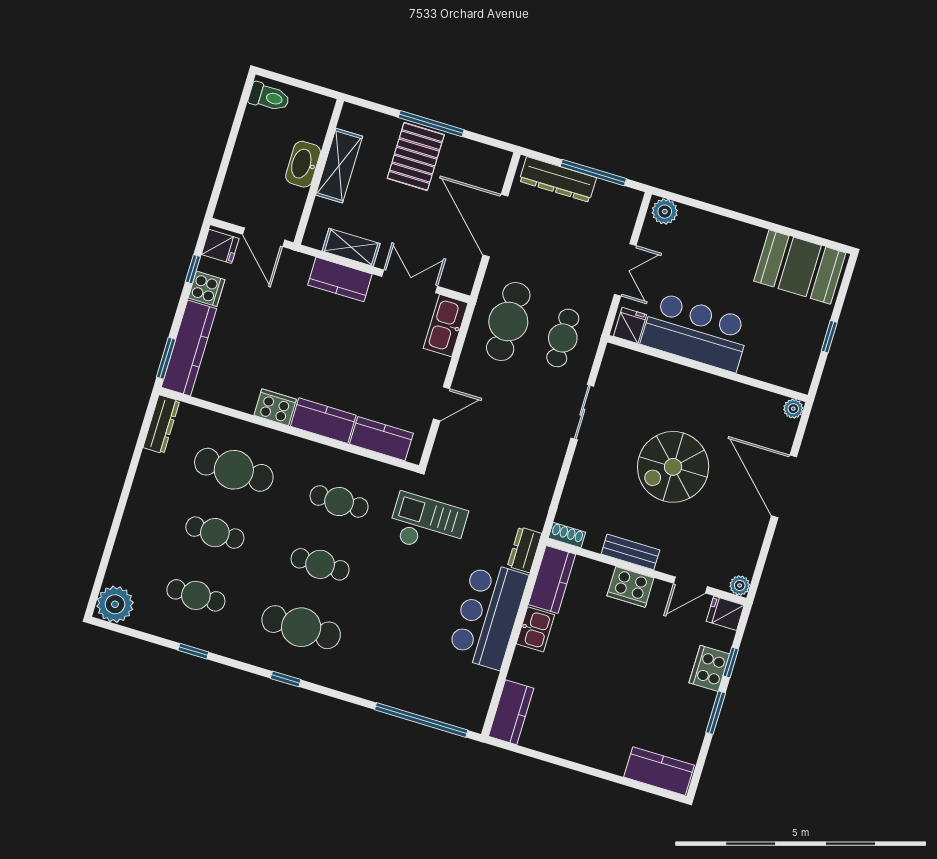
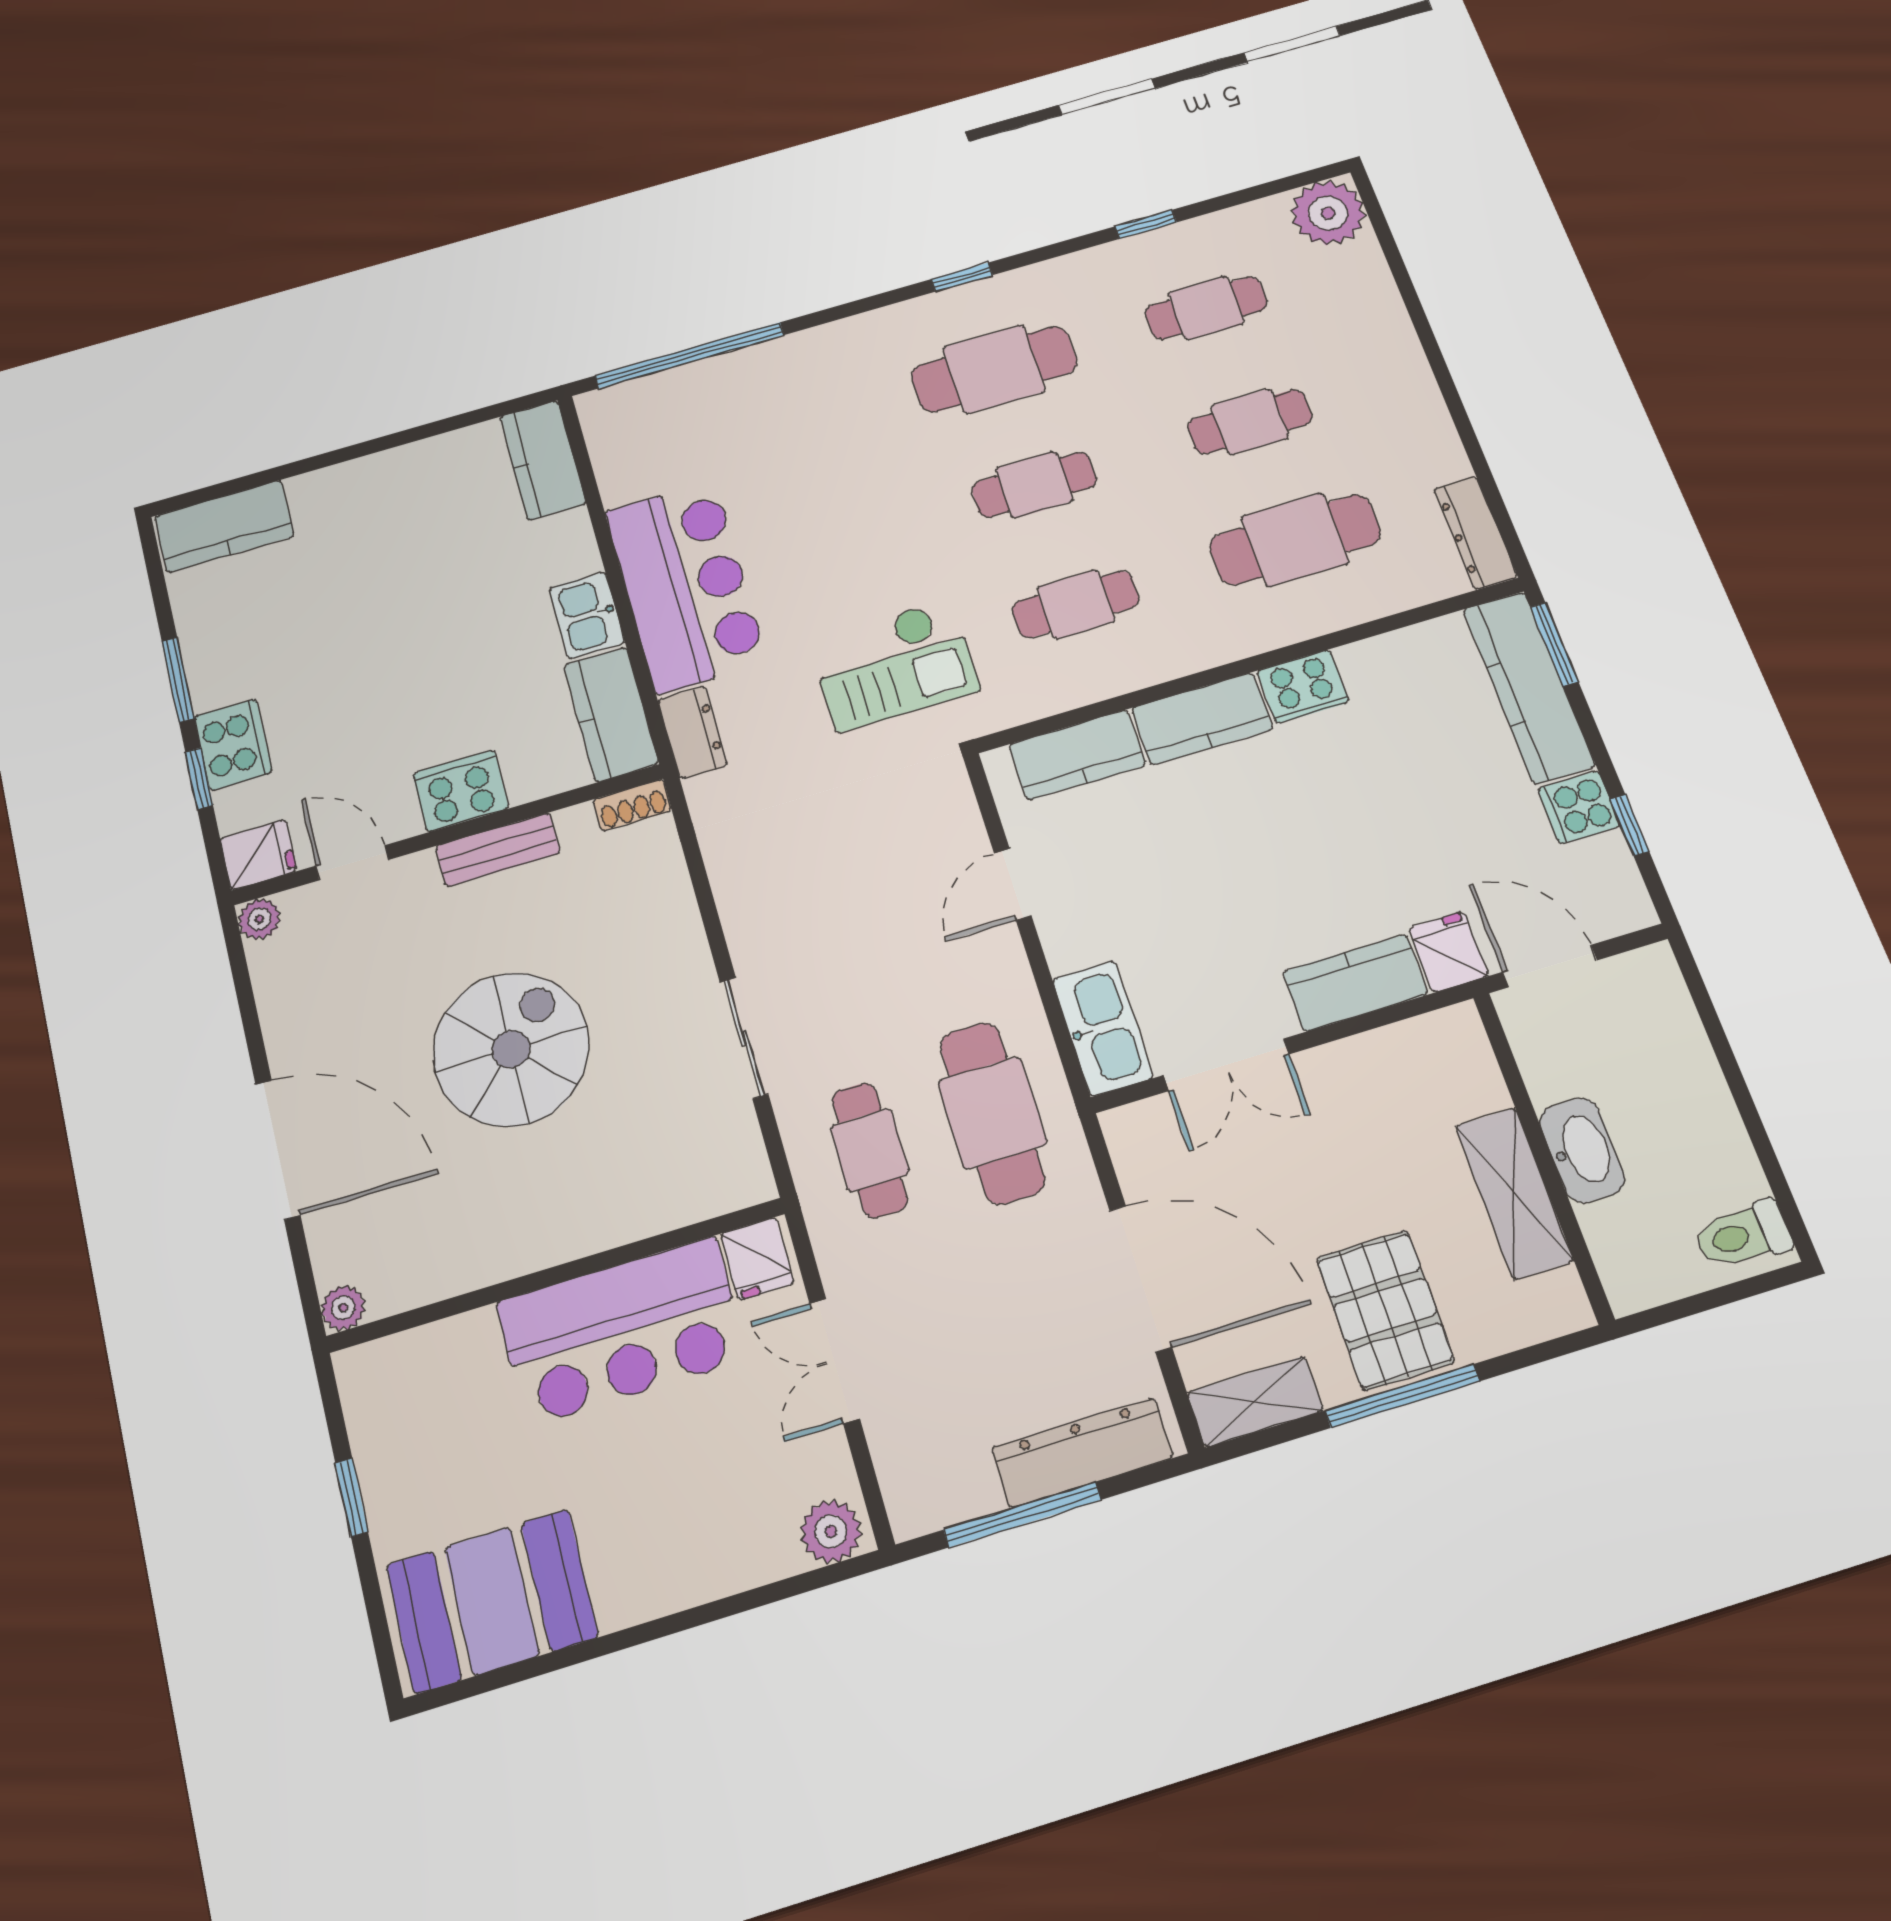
fridge: (220, 246) -> (1448, 952), moved, turned 90
shelving: (351, 247) -> (1255, 1402), moved
door: (690, 585) -> (352, 863), hinge flipped

